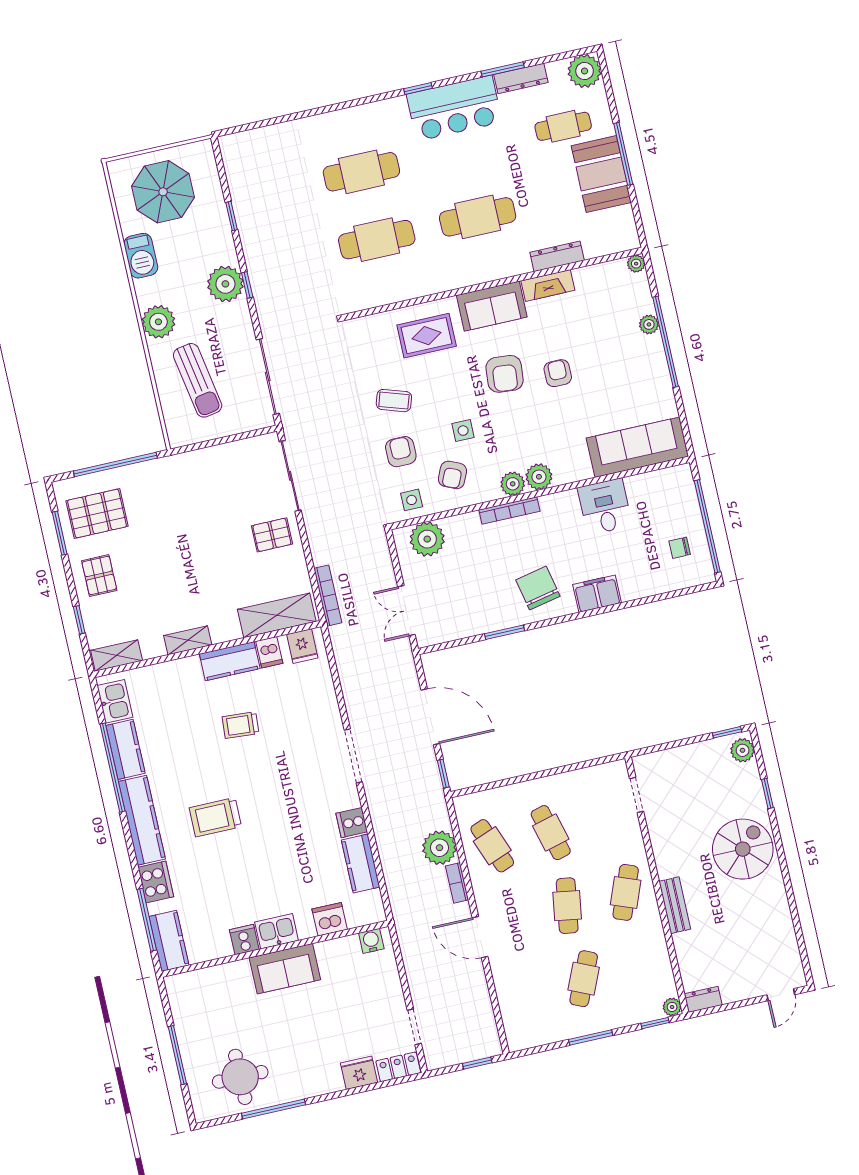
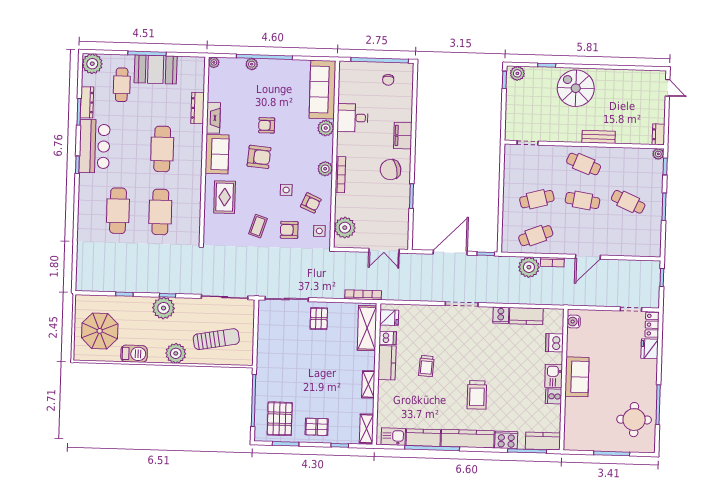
plant: (539, 477) -> (326, 128), moved

